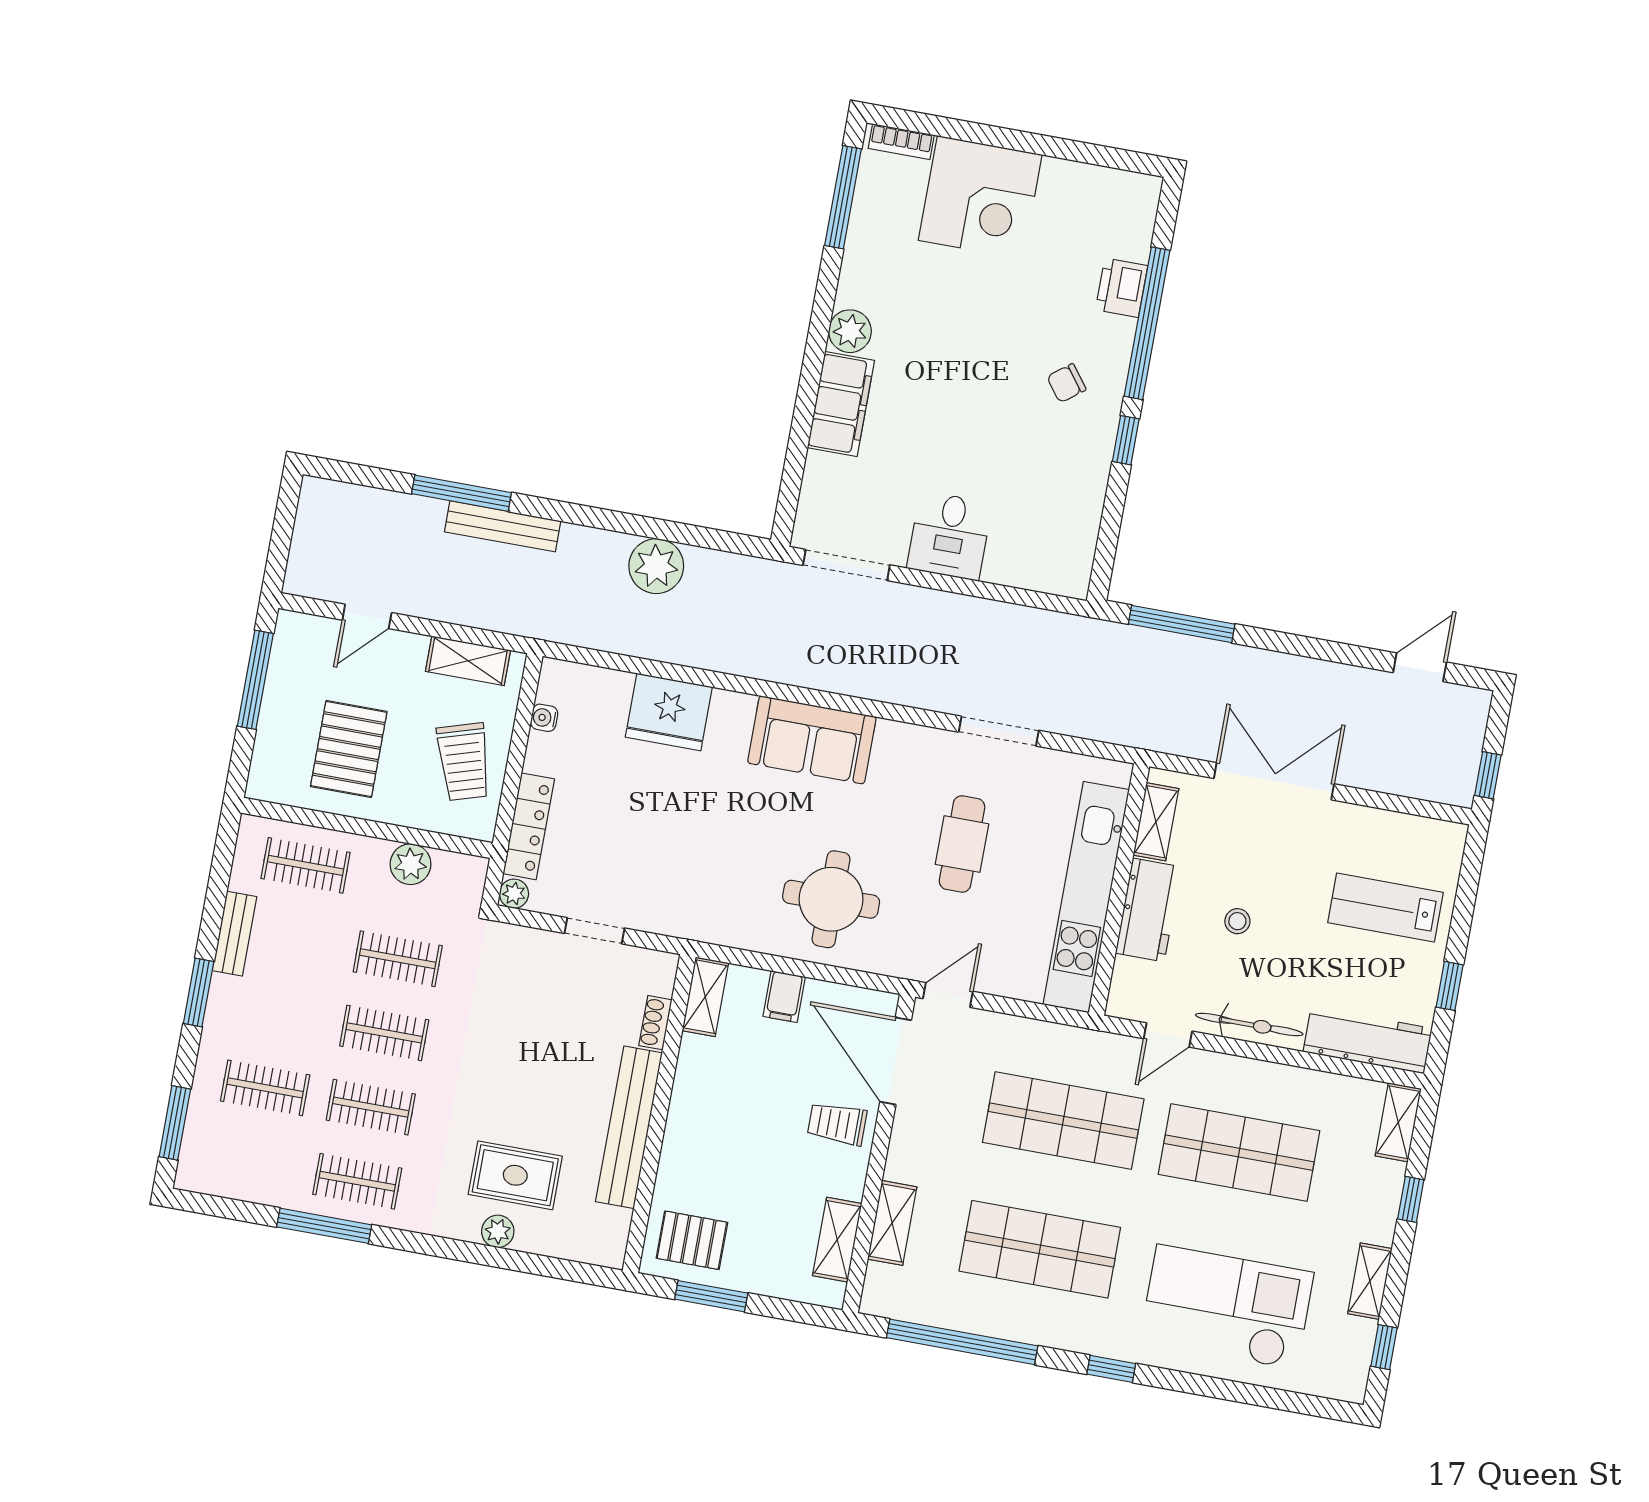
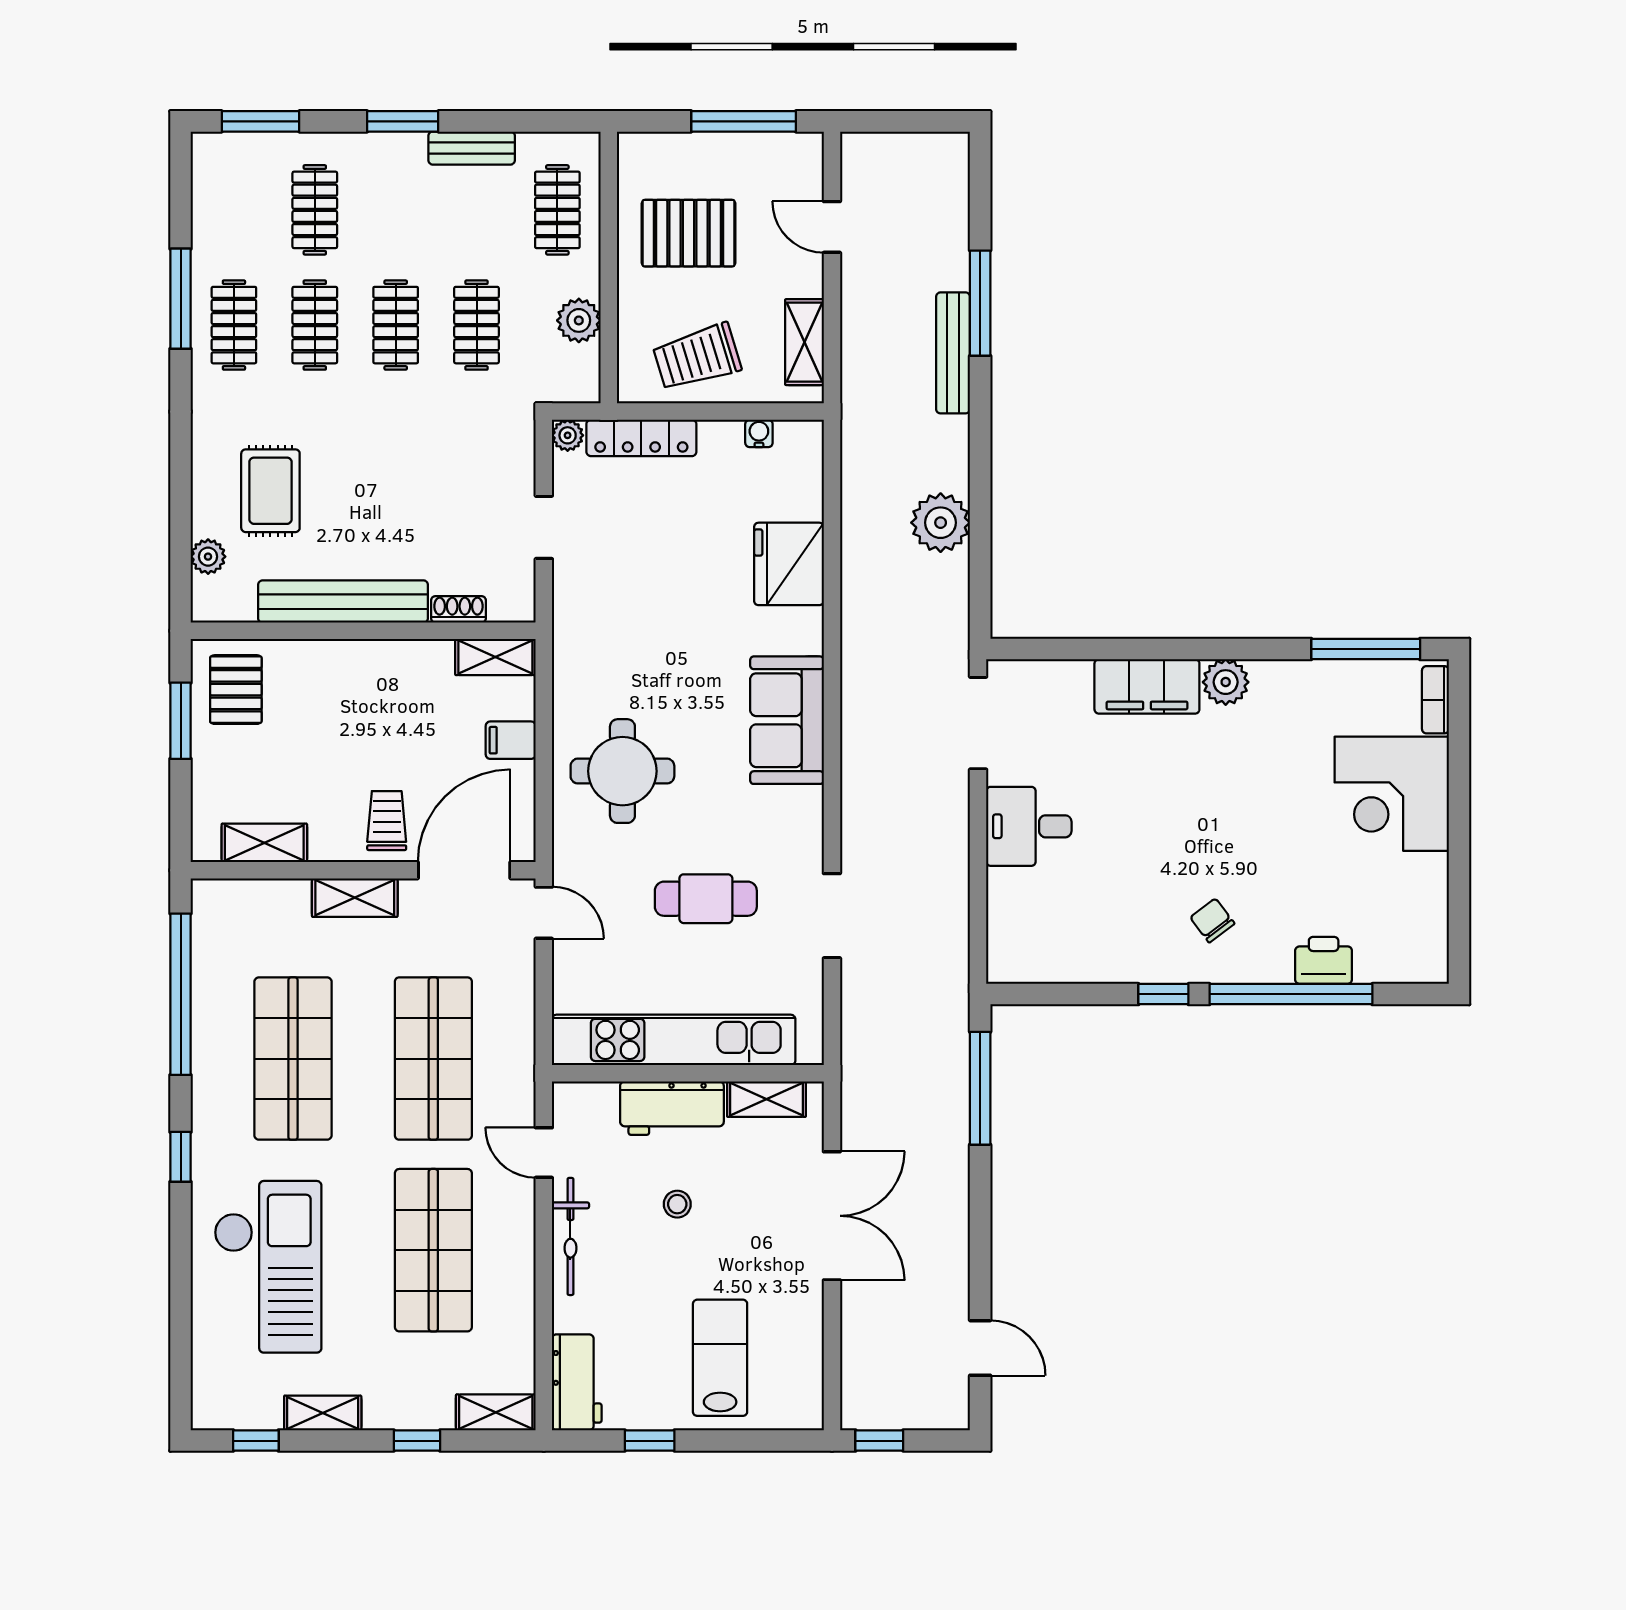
workbench: (1368, 1040) -> (577, 1382), width x0.73
shelving: (892, 1223) -> (355, 898), moved
plant: (498, 1231) -> (208, 557), moved

